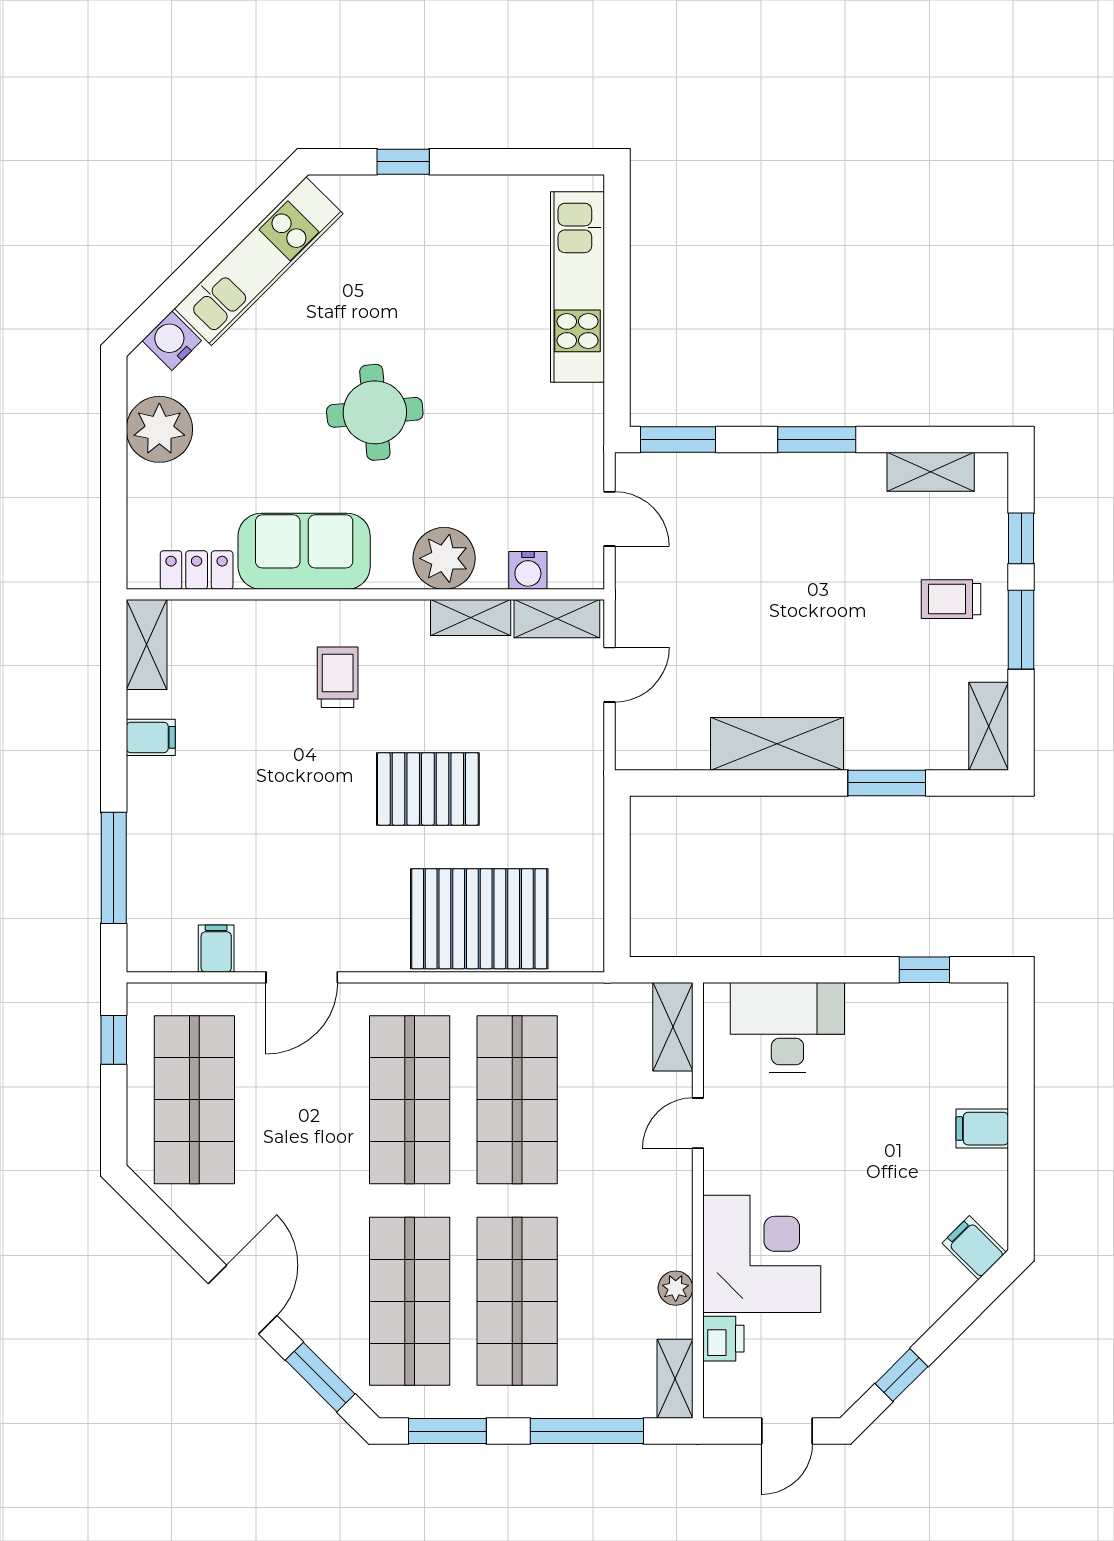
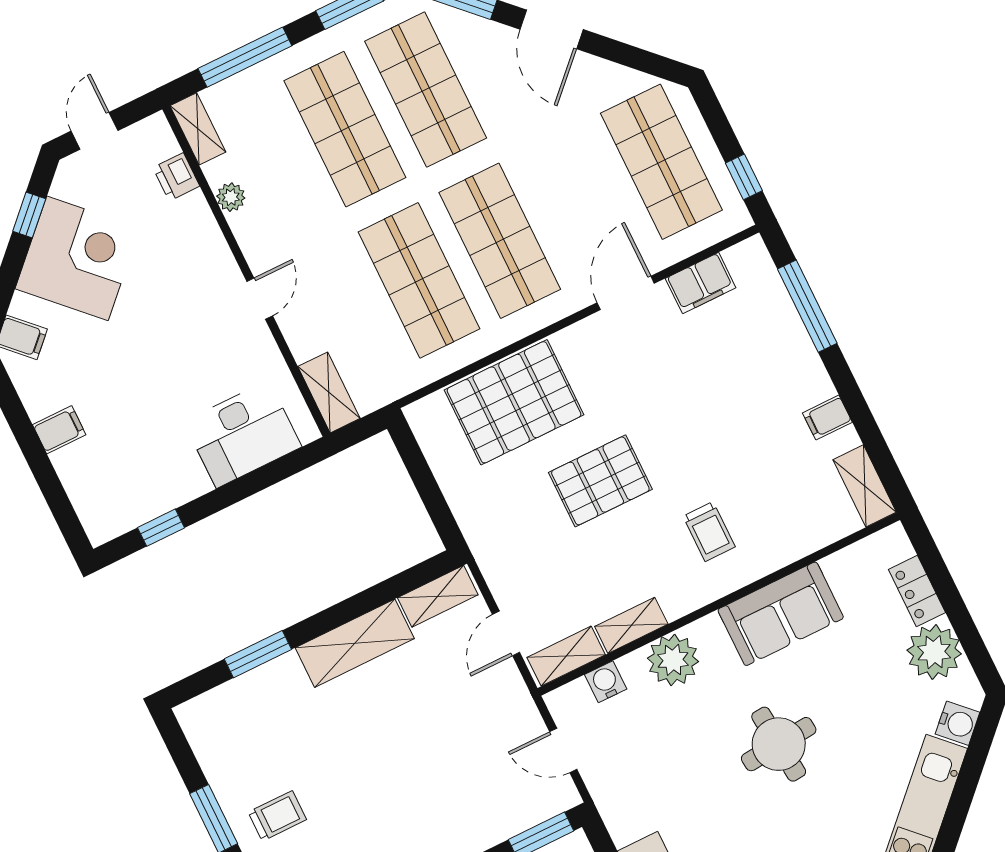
locker: (197, 570) -> (917, 591), moved, turned 90
shelving: (989, 726) -> (438, 596), moved, turned 90
filing cabinet: (216, 949) -> (701, 283), width x2.00
door: (698, 1123) -> (260, 299), moved
corner desk: (762, 1254) -> (77, 258), moved, turned -135

